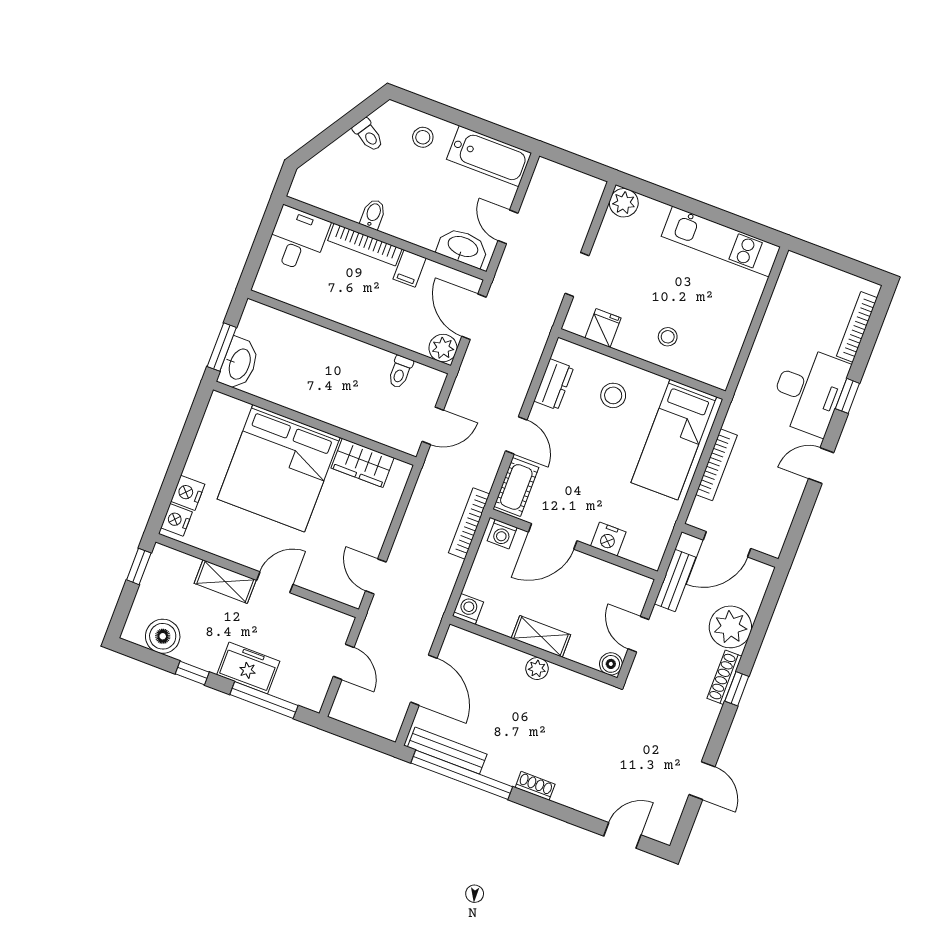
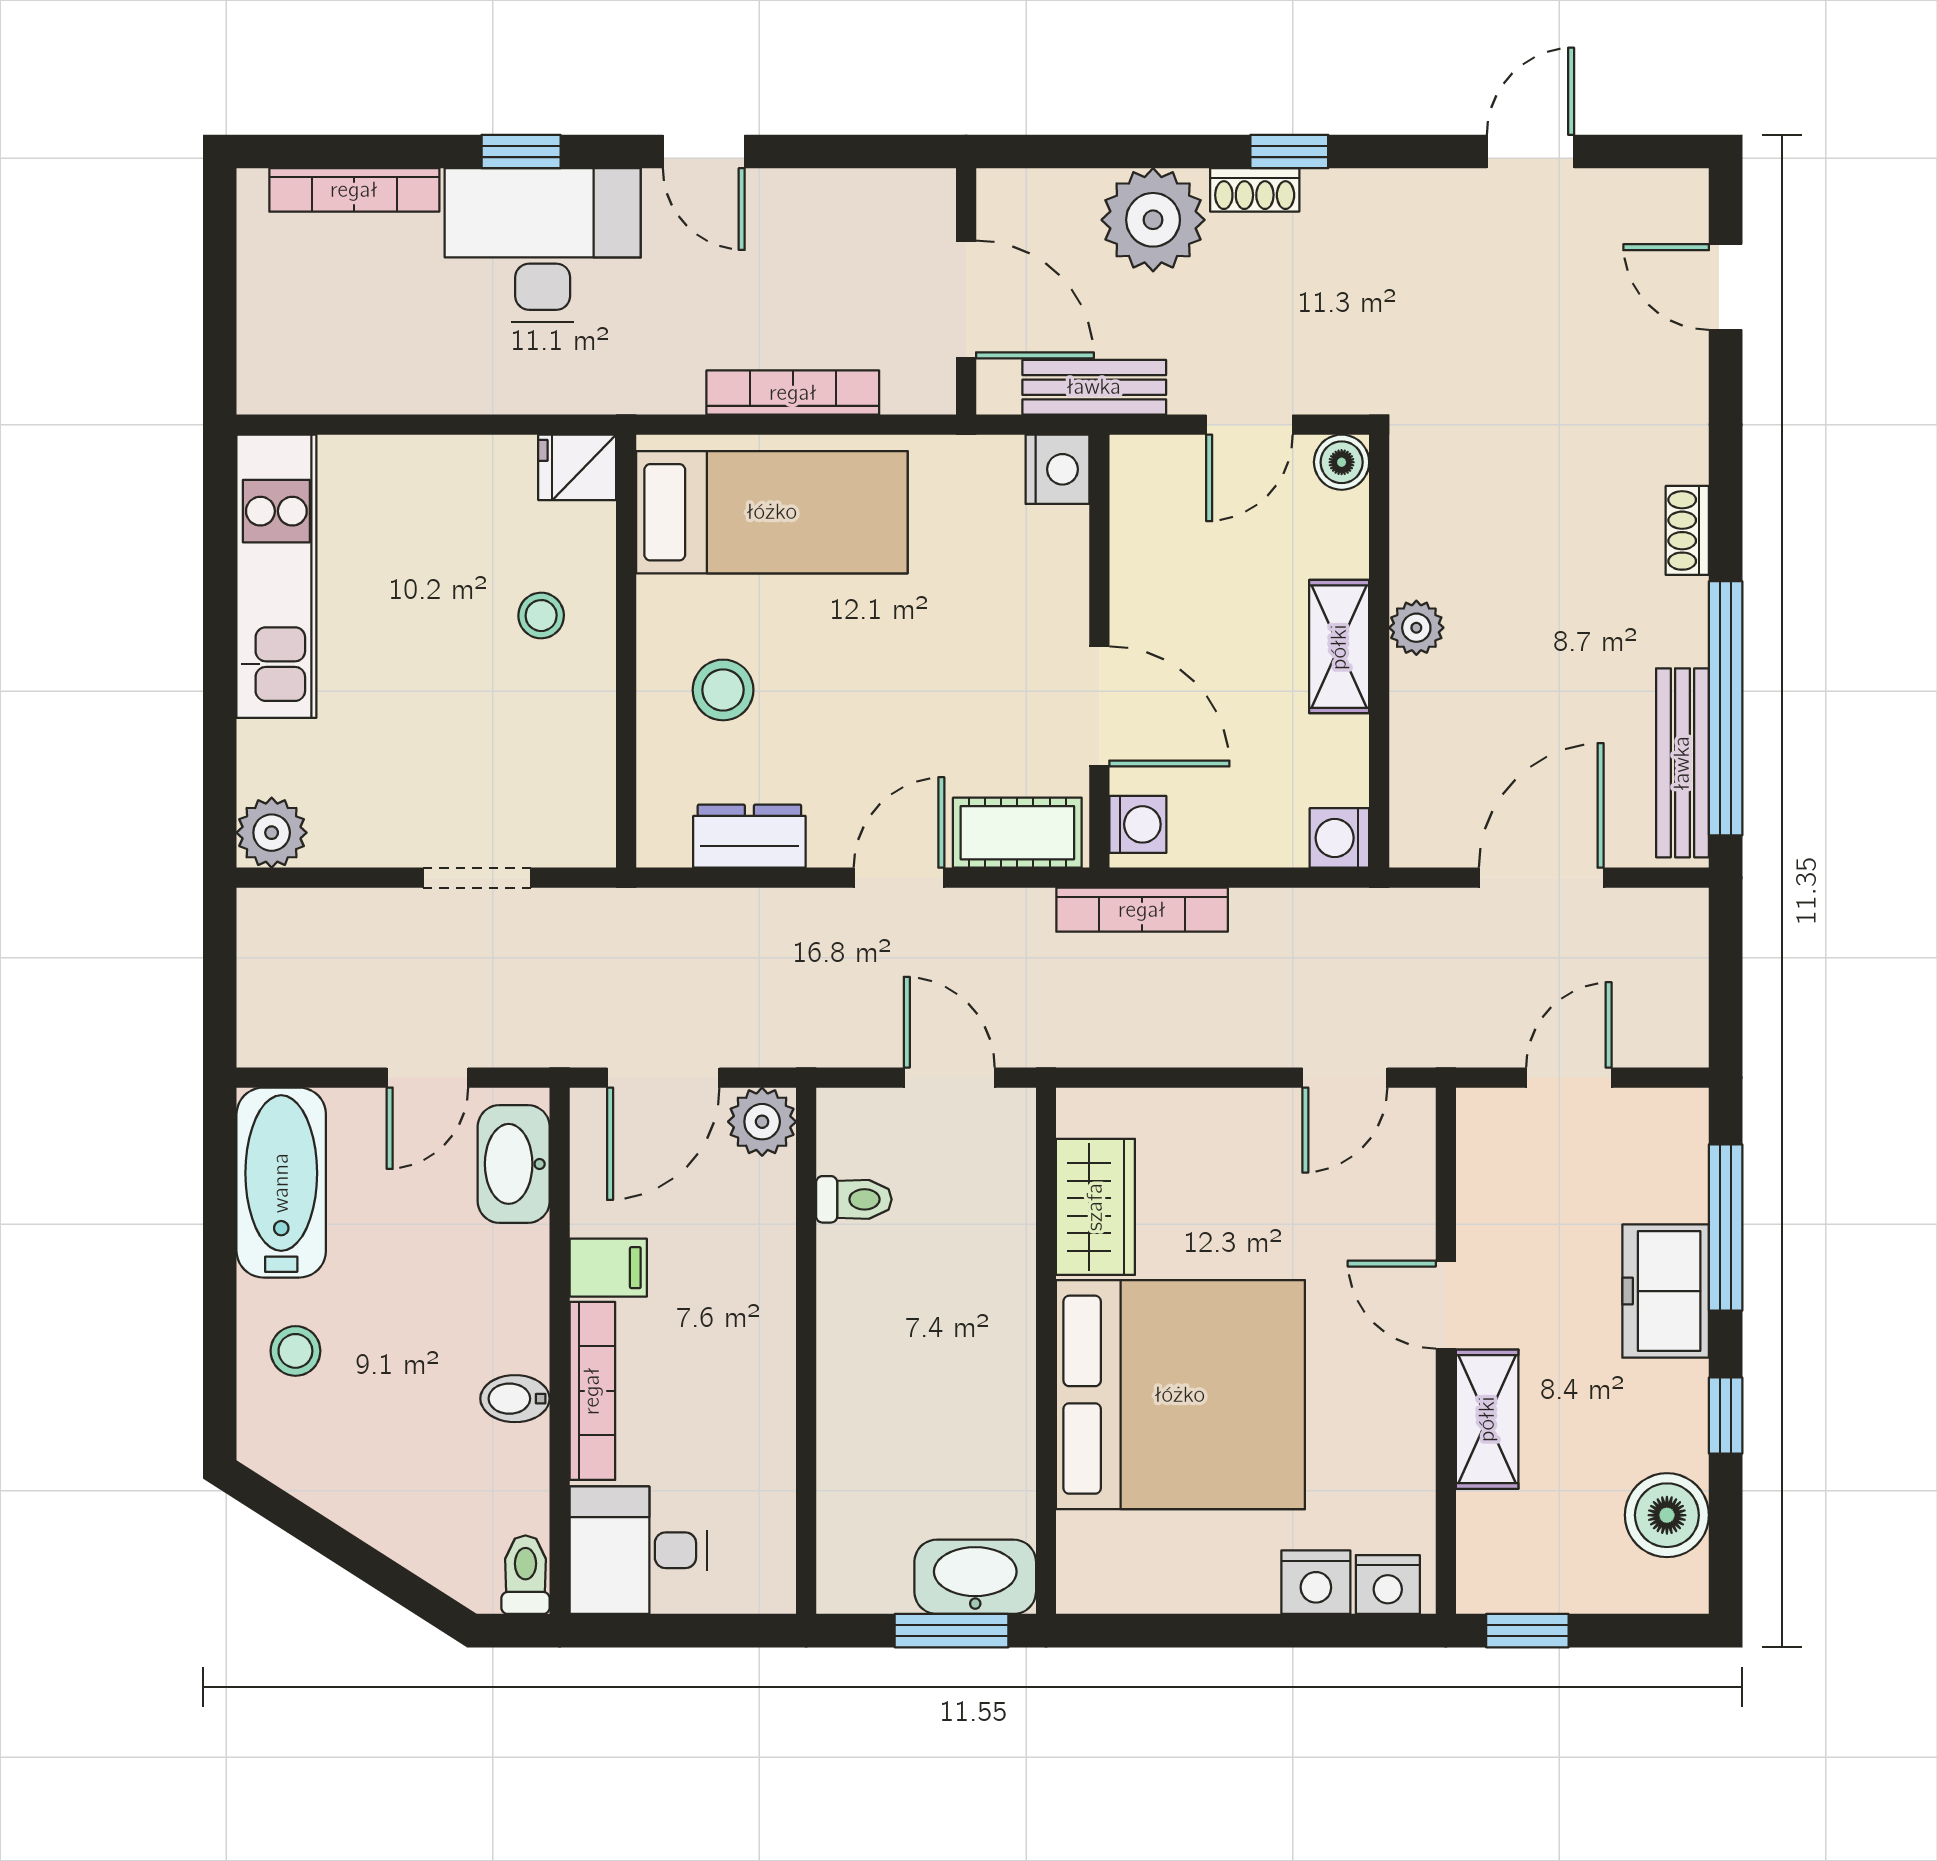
toilet: (368, 135) -> (525, 1575), moved, turned -33
fridge: (603, 328) -> (577, 467), moved
nightstand: (608, 539) -> (1057, 469), moved
shoe rack: (724, 677) -> (1255, 190), width x0.70

